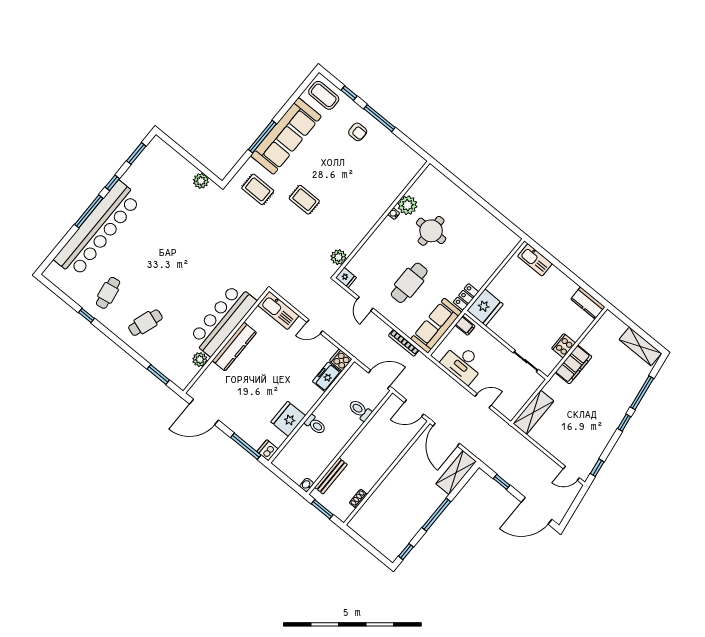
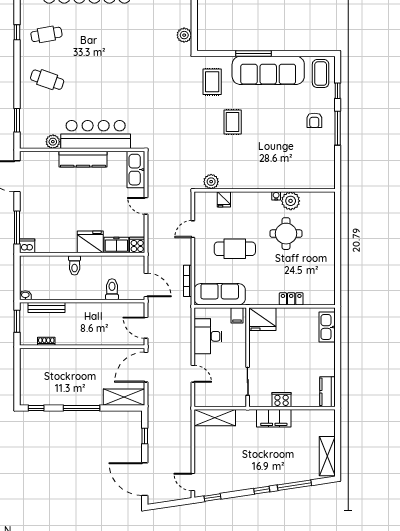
fridge: (346, 278) -> (224, 199), moved
locker: (466, 297) -> (291, 299), moved
fridge: (288, 419) -> (90, 242), moved

